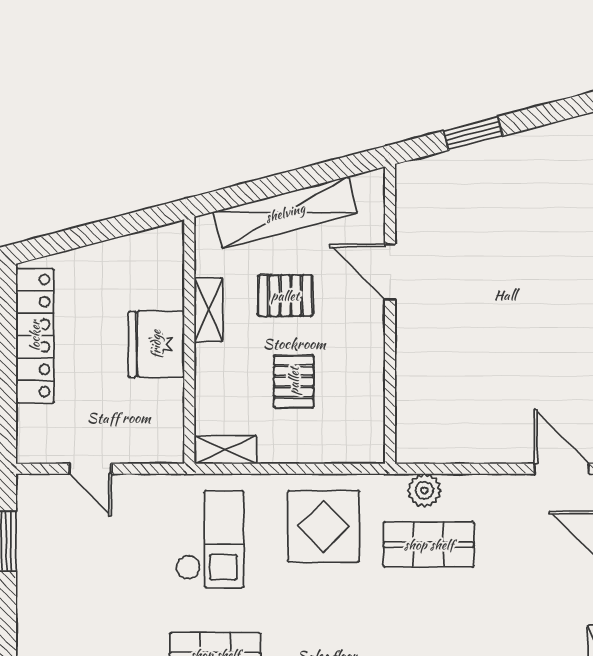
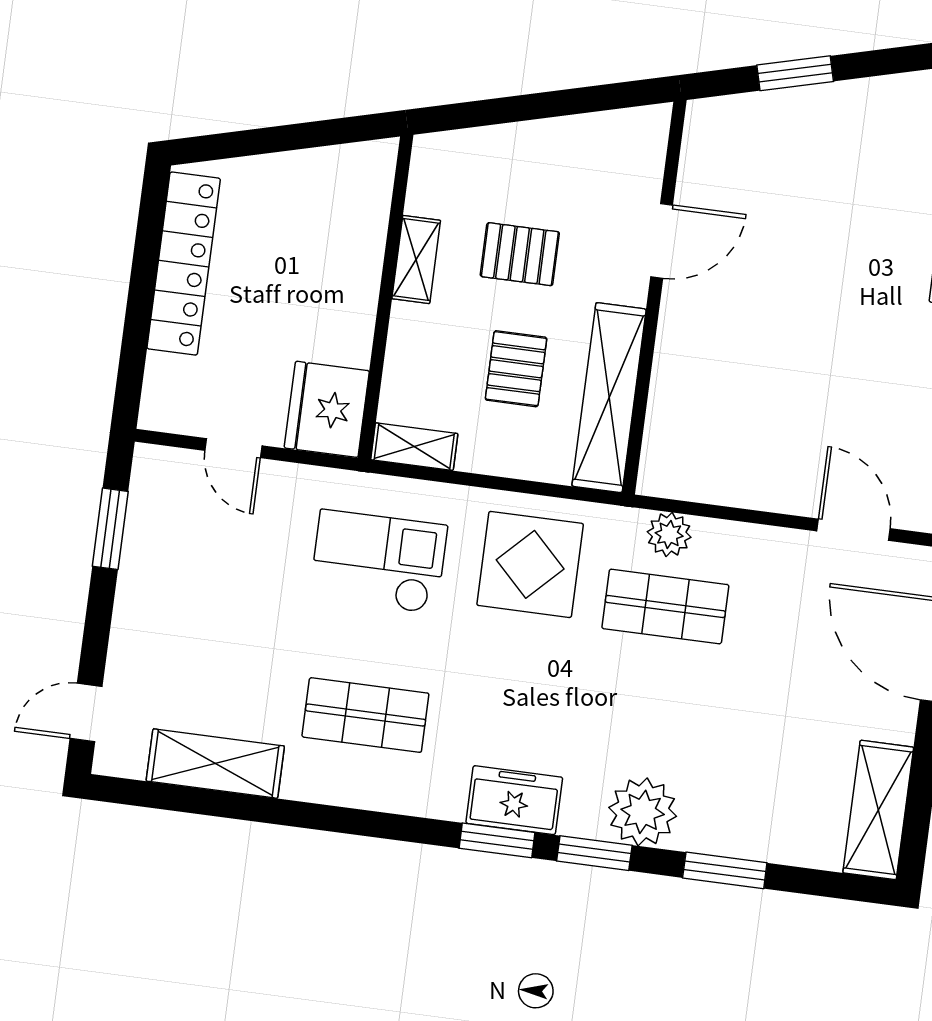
shelving: (285, 213) -> (609, 398), moved, turned -75
door: (390, 272) -> (662, 241), swing flipped
fridge: (156, 344) -> (327, 409), moved
checkout: (210, 539) -> (378, 562), turned -90

